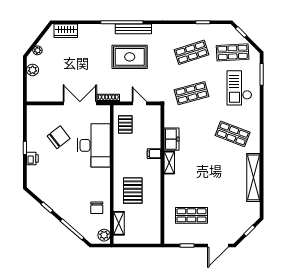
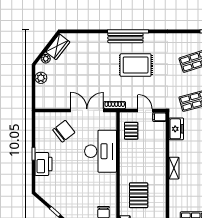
bench: (133, 29) -> (125, 38), moved
wardrobe: (66, 31) -> (58, 47), moved, turned -52
chair: (59, 137) -> (64, 131), moved
freezer: (171, 139) -> (176, 129), moved
filing cabinet: (154, 154) -> (159, 117), moved
printer: (32, 158) -> (43, 164), width x1.87, depth x1.48

